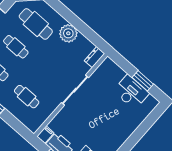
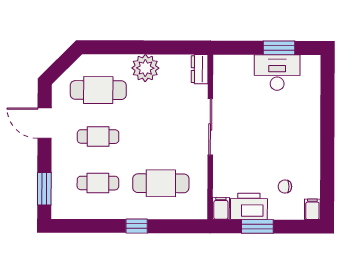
cafe table: (27, 97) -> (161, 183), width x1.37, depth x1.35

